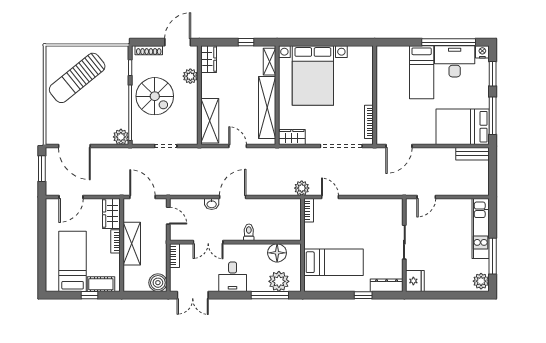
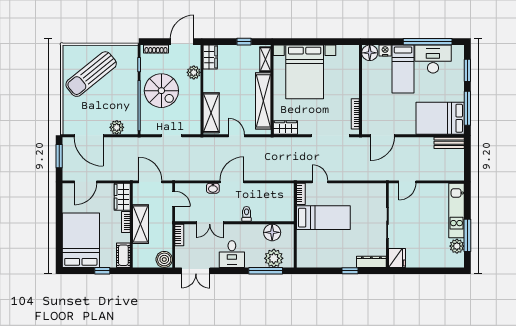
nightstand: (482, 52) -> (385, 50), moved
floor lamp: (385, 54) -> (370, 53), added
plant: (121, 137) -> (117, 127), moved
plant: (302, 188) -> (294, 174), removed
bed: (73, 261) -> (81, 240), width x1.50
bed: (334, 262) -> (323, 218), moved
plant: (481, 281) -> (457, 246), moved
cot: (101, 284) -> (123, 255), moved, turned 90

